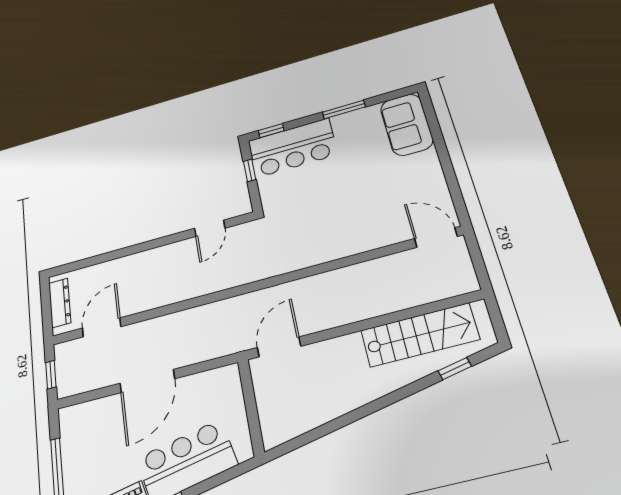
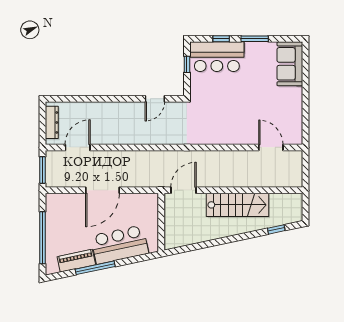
window: (271, 131) -> (221, 39), moved
door: (436, 238) -> (271, 147), moved
stairs: (420, 335) -> (237, 205), moved
window: (51, 375) -> (43, 170), width x1.50

